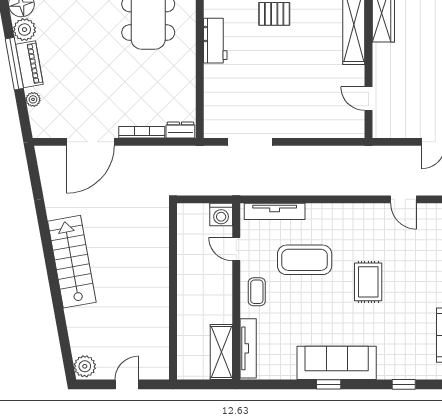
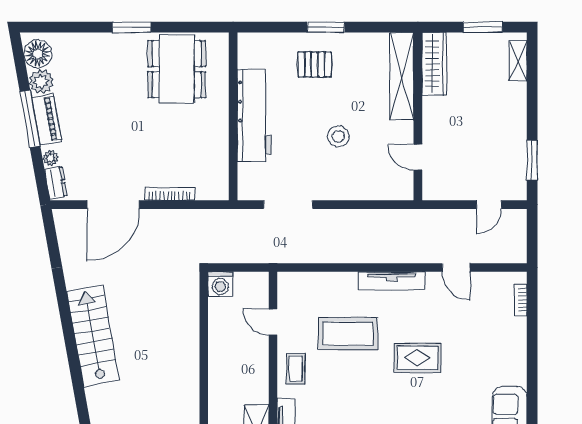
workbench: (215, 41) -> (254, 115), width x1.88, depth x1.32
stool: (296, 80) -> (338, 136), added
dresser: (180, 130) -> (56, 183), moved, turned 80
tv unit: (275, 211) -> (392, 281), moved
washing machine: (221, 214) -> (220, 284), moved
rug: (368, 282) -> (418, 358), turned 90

